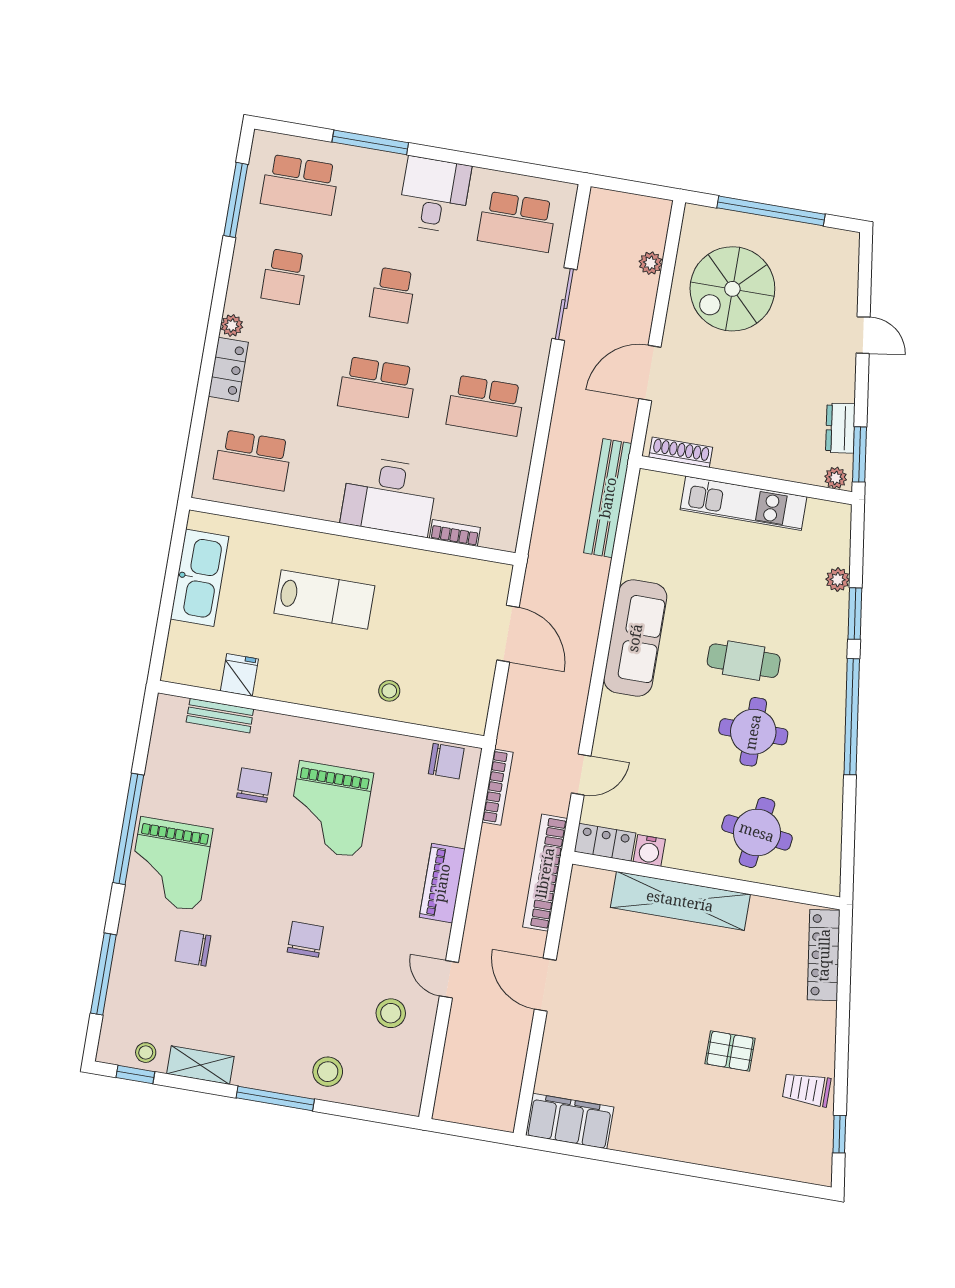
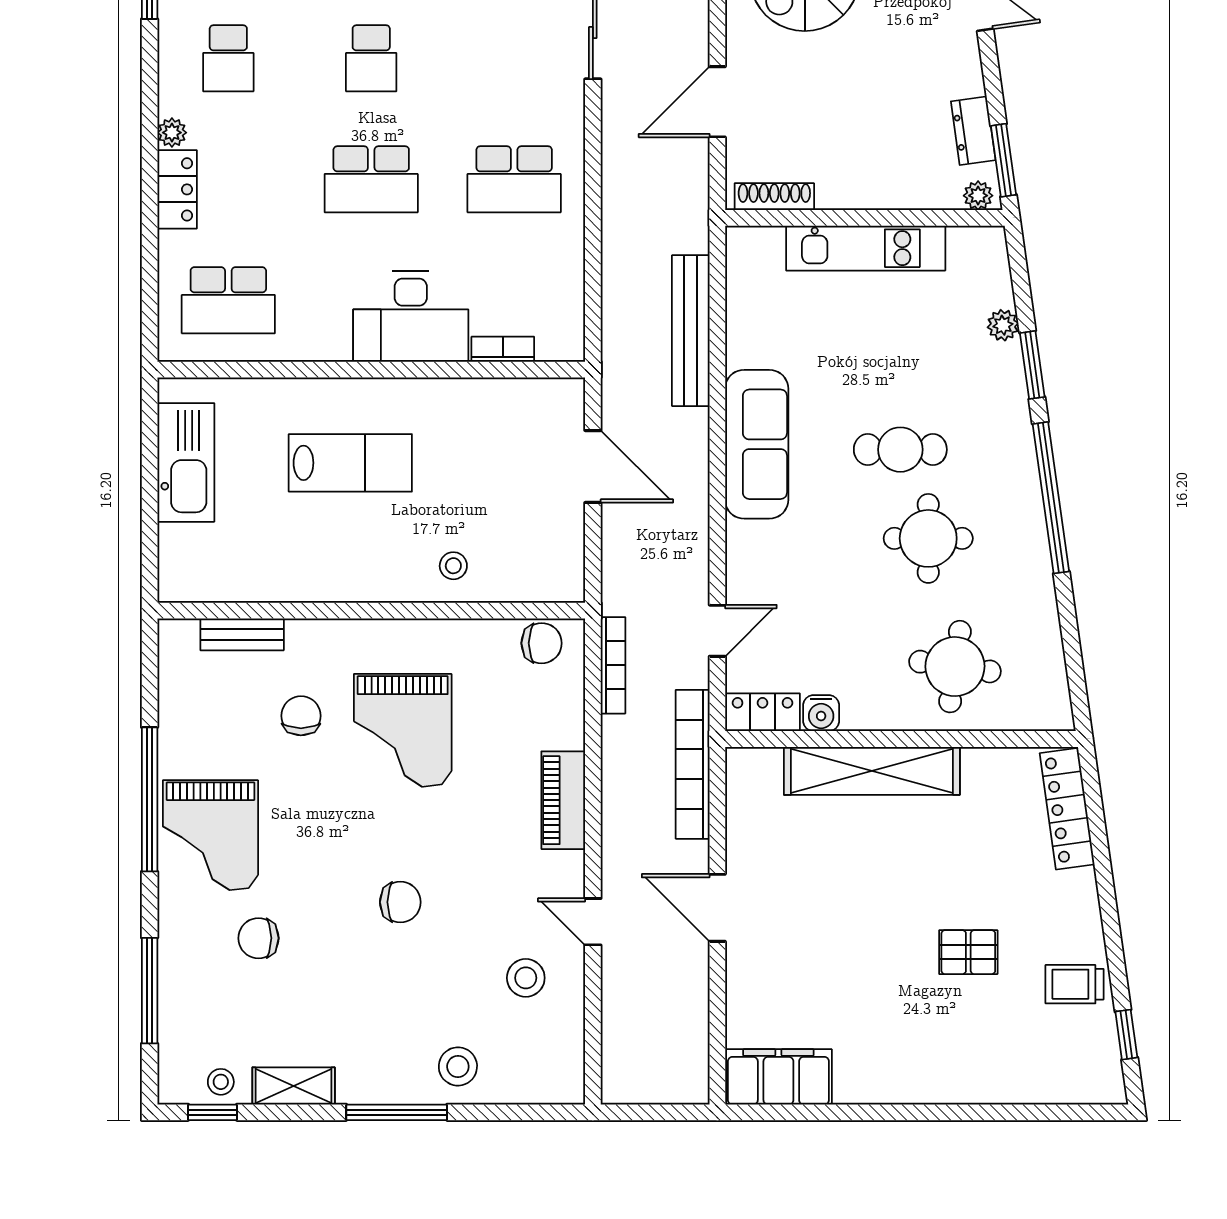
bench: (608, 498) -> (691, 331), moved
fridge: (239, 675) -> (258, 578), removed
chair: (305, 939) -> (400, 902), turned 90

